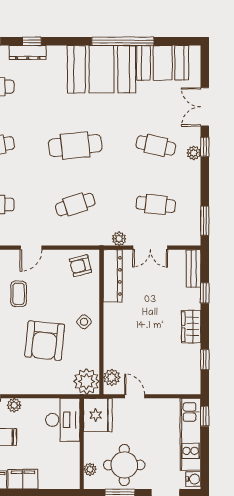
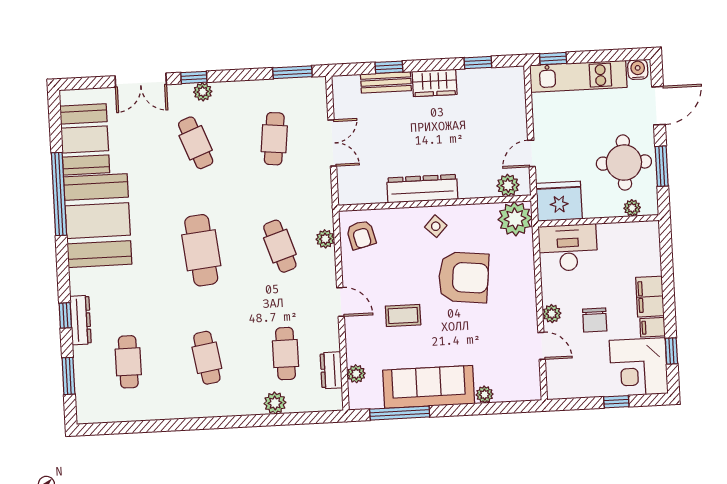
cafe table: (156, 146) -> (196, 143), turned -33
plant: (119, 239) -> (325, 239), moved
bench: (194, 269) -> (386, 82), moved
dresser: (113, 276) -> (422, 189), moved

